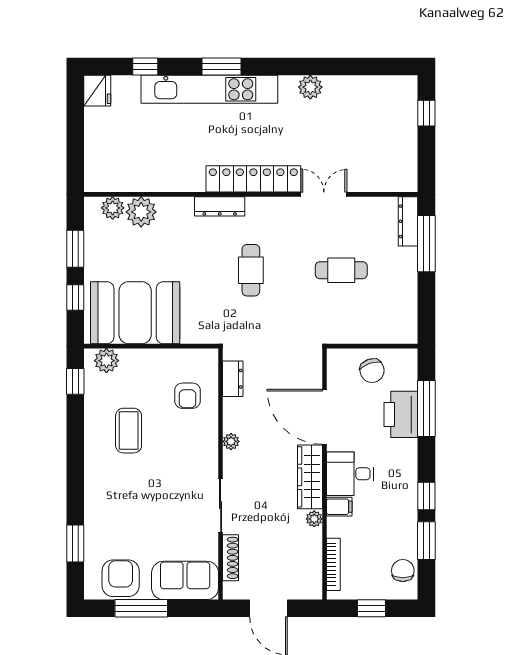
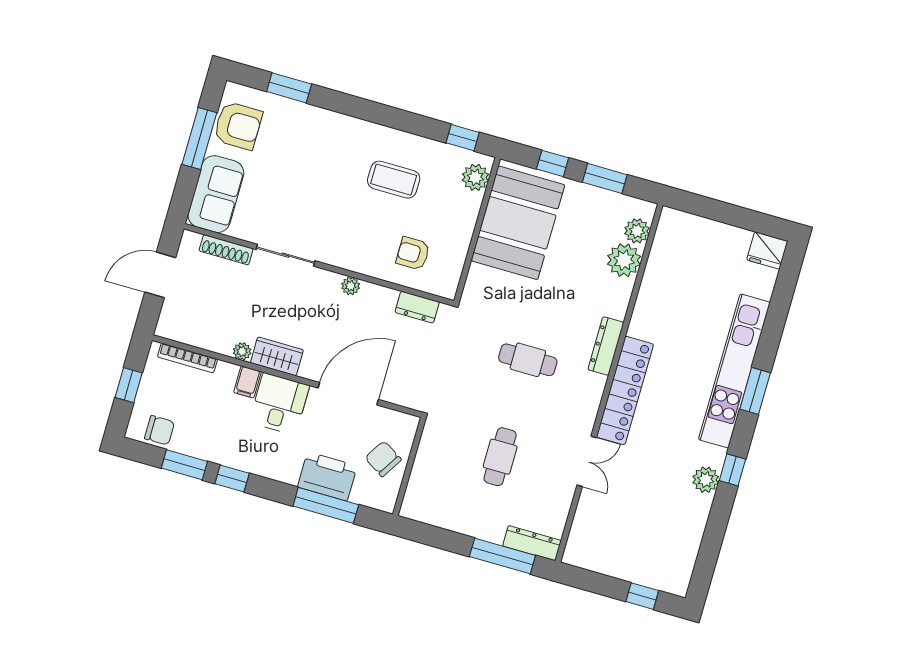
window: (145, 67) -> (732, 470), moved
chair: (372, 371) -> (383, 459), turned 51
wardrobe: (310, 477) -> (277, 356), width x0.67

